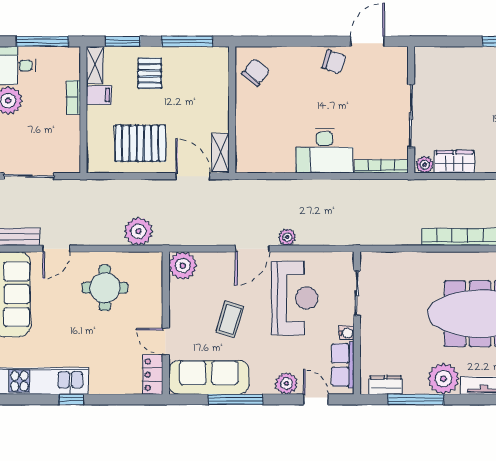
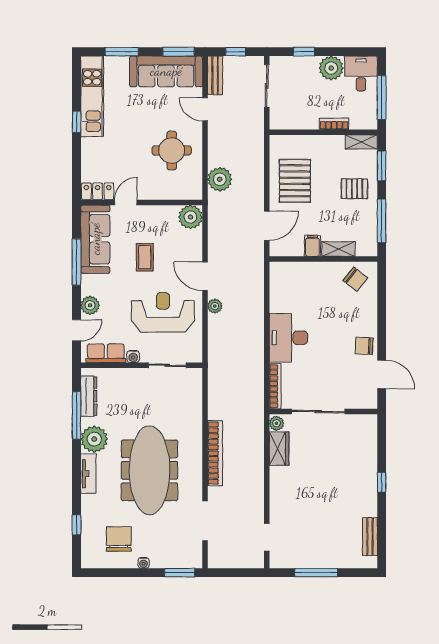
chair: (334, 62) -> (364, 346), turned 74
filing cabinet: (99, 95) -> (312, 246), moved, turned 180
shelving: (220, 153) -> (338, 249), moved
reception desk: (295, 298) -> (163, 312), turned 180
coffee table: (230, 319) -> (145, 257), turned 73
dresser: (386, 385) -> (89, 396), width x1.44

